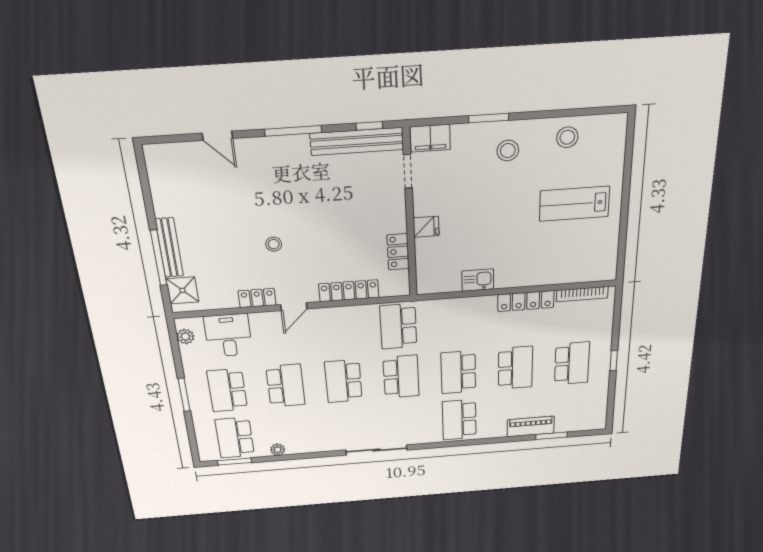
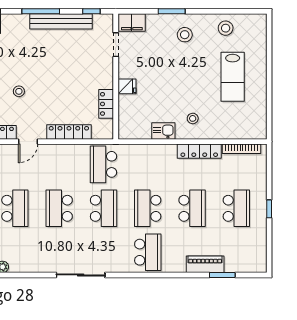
bench: (357, 141) -> (61, 21), moved
lab bench: (574, 204) -> (233, 77), turned -90
stool: (518, 262) -> (193, 118), added
school desk: (459, 420) -> (148, 252), turned 180

